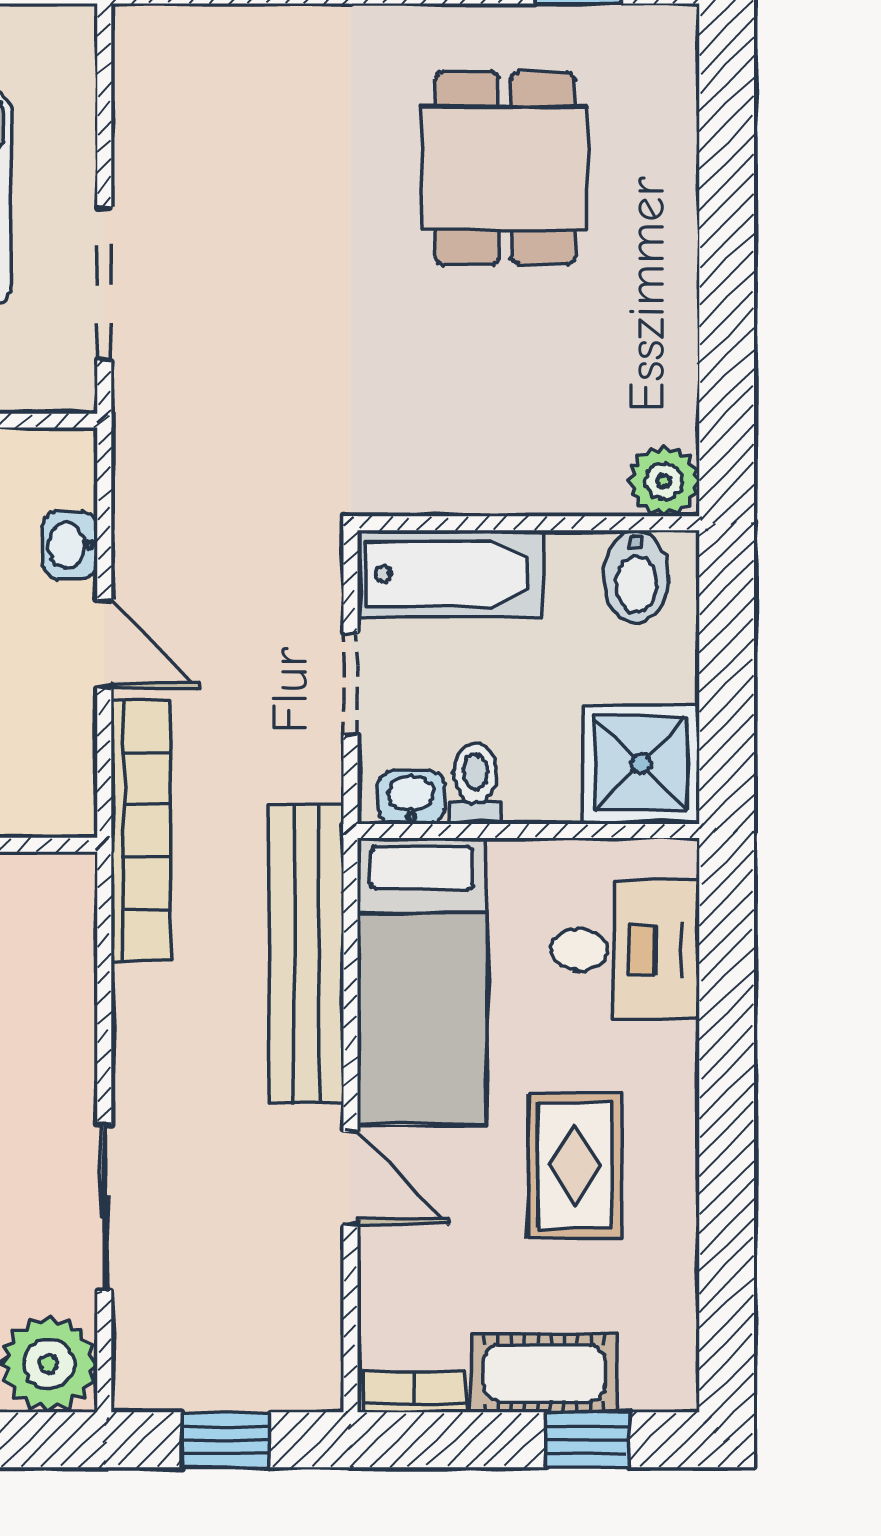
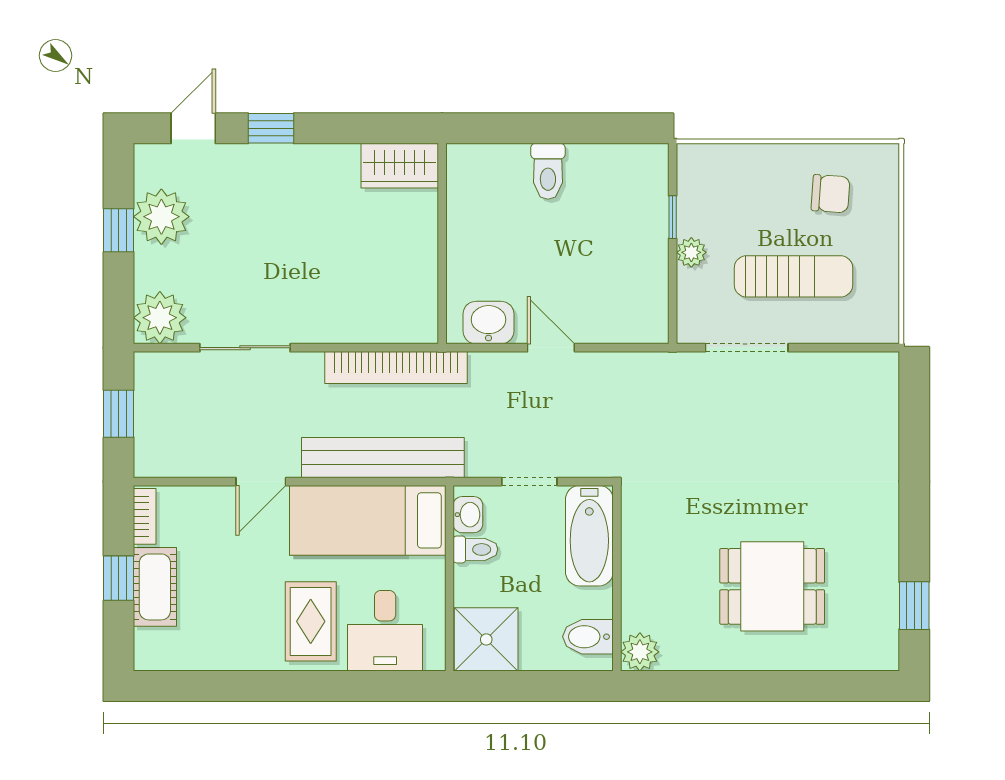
dining table: (505, 168) -> (772, 586), moved
washbasin: (70, 545) -> (488, 323), moved, width x1.38, depth x1.45
door: (104, 644) -> (551, 348), swing flipped
bookcase: (141, 831) -> (396, 368), moved
rug: (575, 1166) -> (311, 621), moved, turned 90
window: (587, 1440) -> (119, 578), moved

